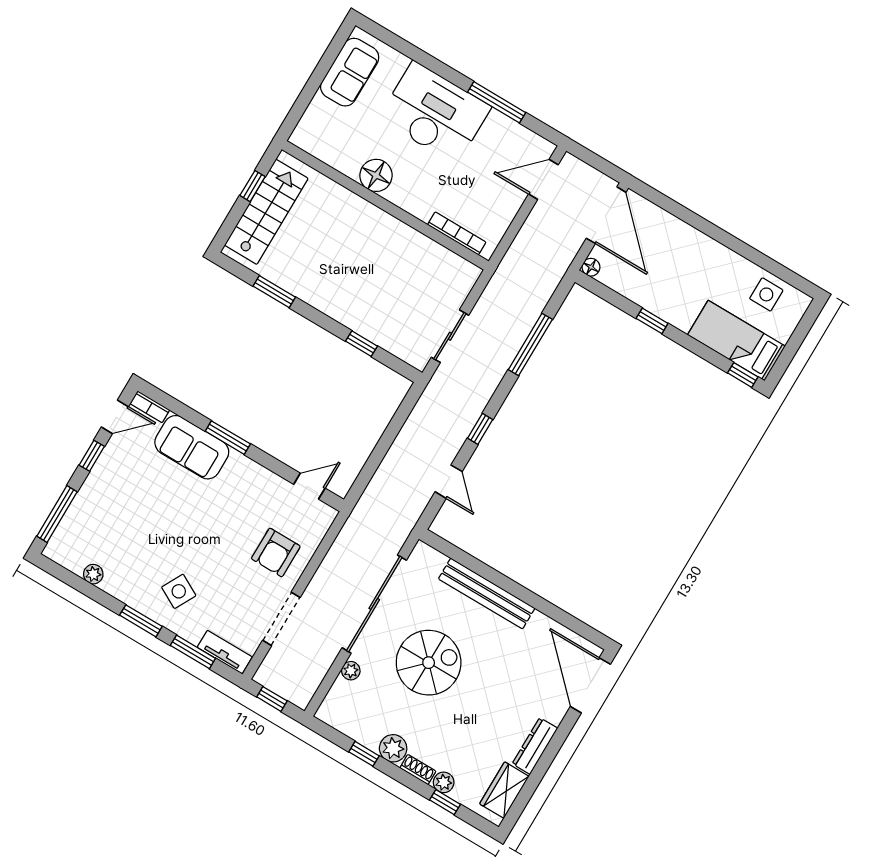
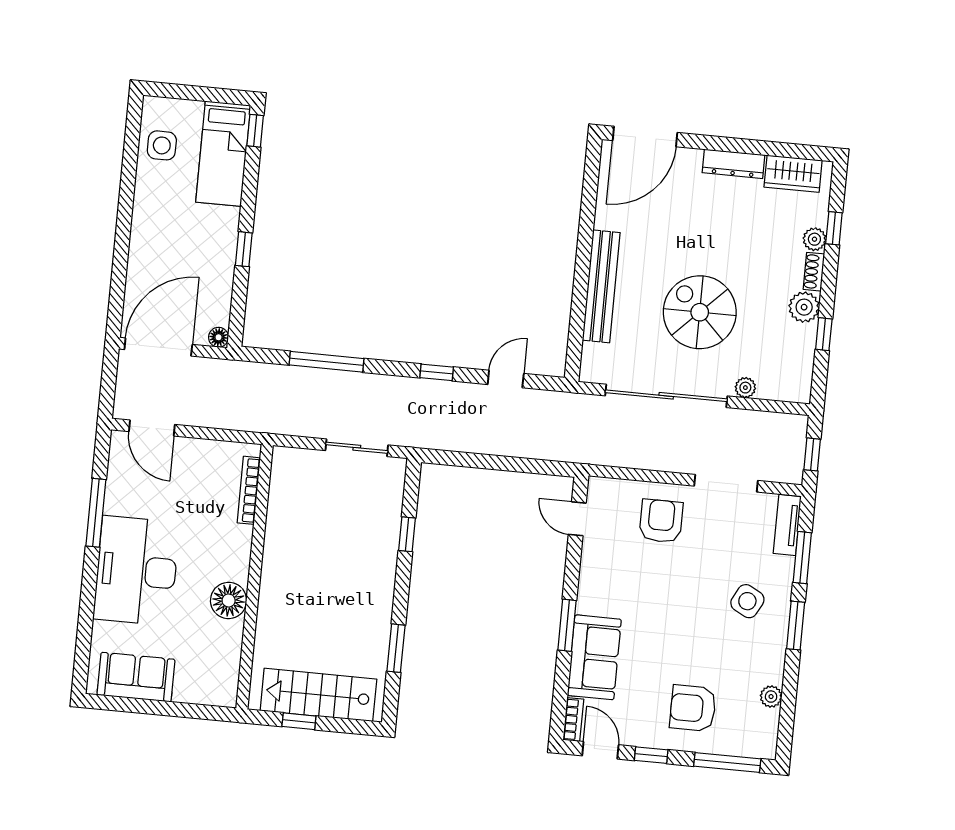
armchair: (114, 507) -> (693, 708), added
armchair: (276, 552) -> (661, 521), turned -90

